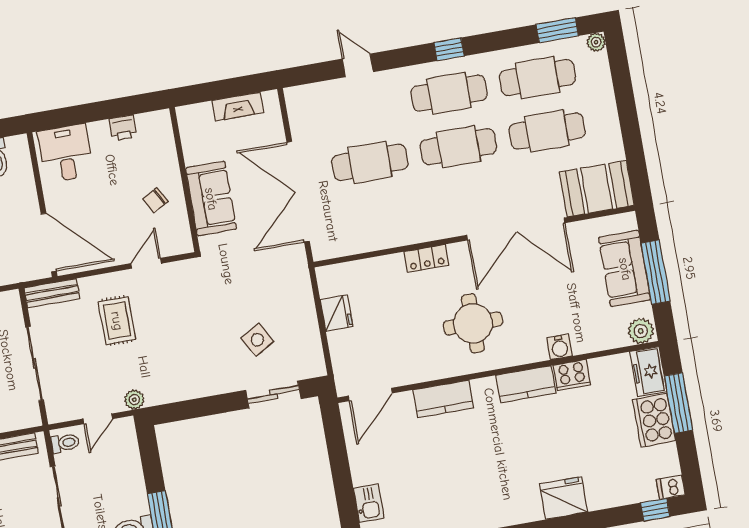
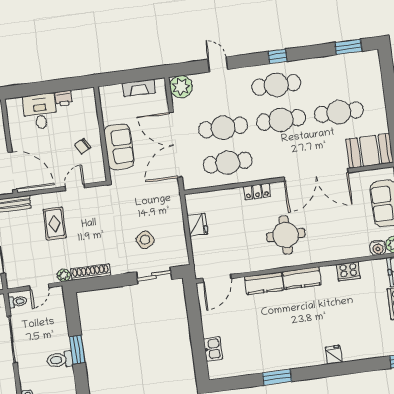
plant: (596, 42) -> (181, 87), moved, width x1.87, depth x1.87
cafe table: (538, 78) -> (228, 163), moved
desk: (66, 153) -> (40, 111), moved
water cooler: (560, 347) -> (378, 248), moved
kitchen counter: (526, 384) -> (302, 278), moved
shoe rack: (175, 393) -> (91, 272), added
fridge: (563, 498) -> (334, 355), width x0.53, depth x0.75

